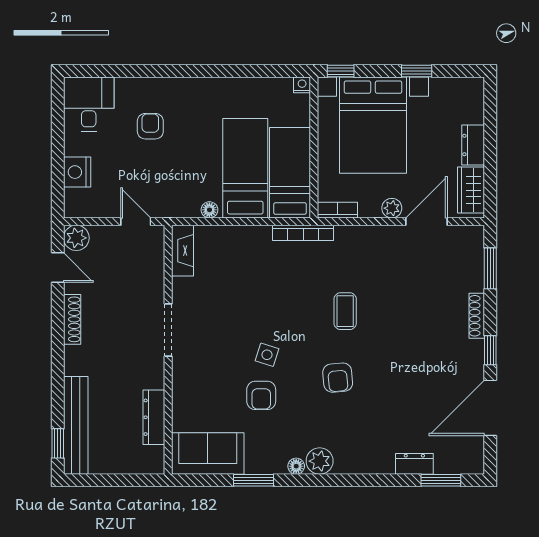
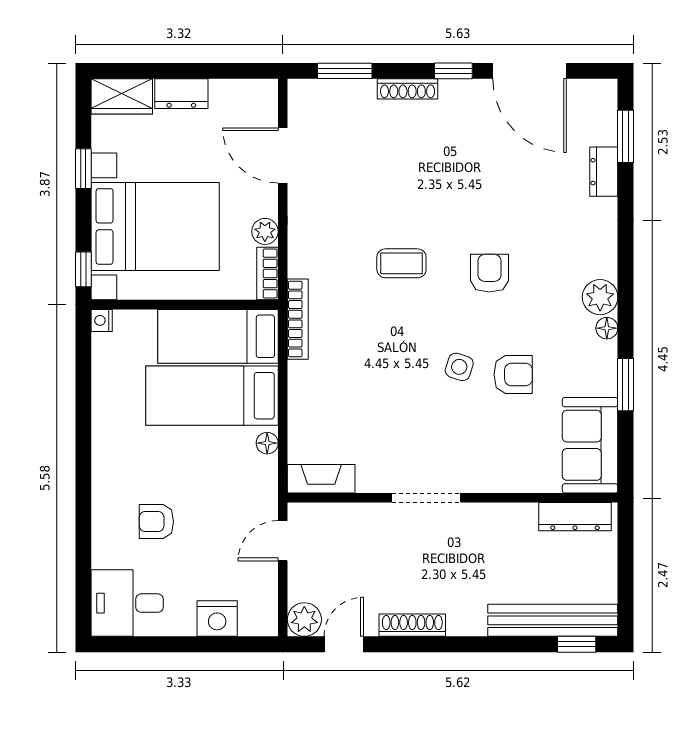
wardrobe: (471, 190) -> (122, 96), moved
plant: (392, 208) -> (265, 231), moved
armchair: (338, 378) -> (489, 273), turned -85
dresser: (154, 417) -> (575, 517), moved

